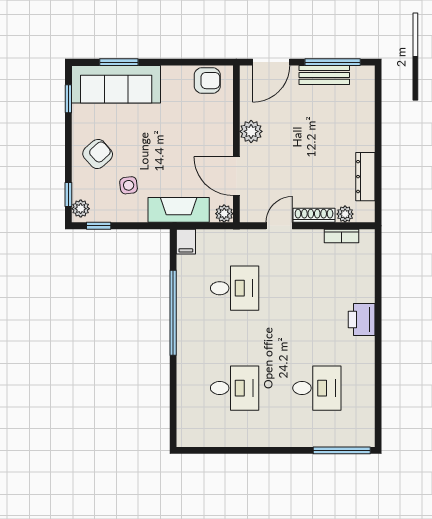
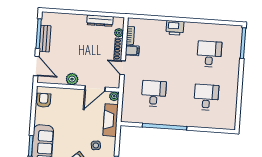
filing cabinet: (186, 242) -> (132, 51), moved

